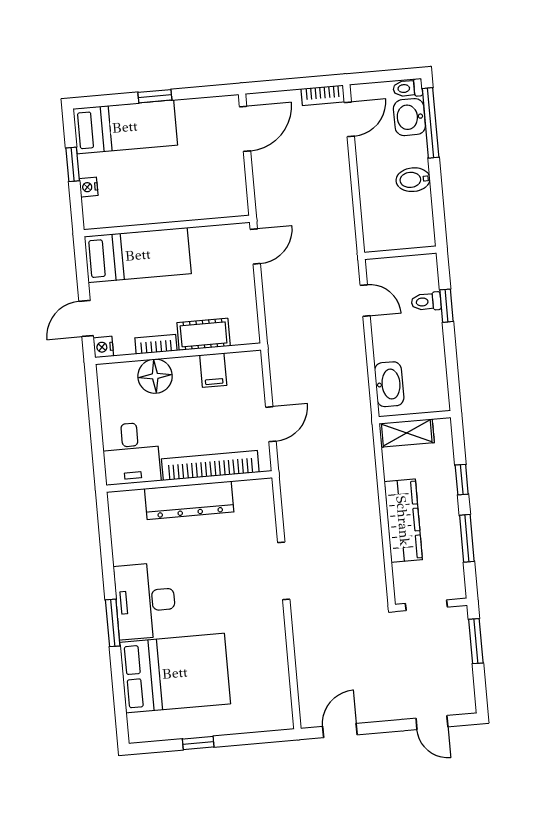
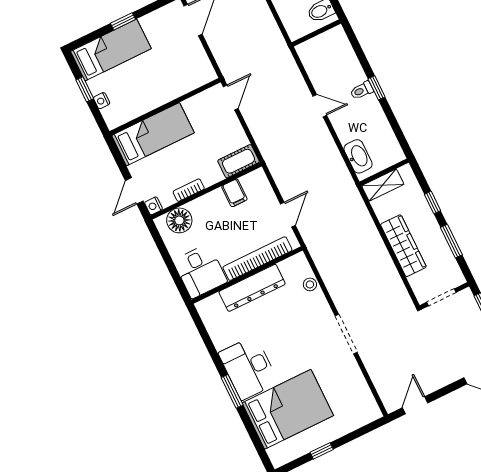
wall: (400, 253) -> (316, 33), moved
cot: (204, 334) -> (238, 161), moved
floor lamp: (155, 376) -> (179, 220), moved
stool: (265, 524) -> (310, 284), added
doorway: (284, 571) -> (346, 334), moved

